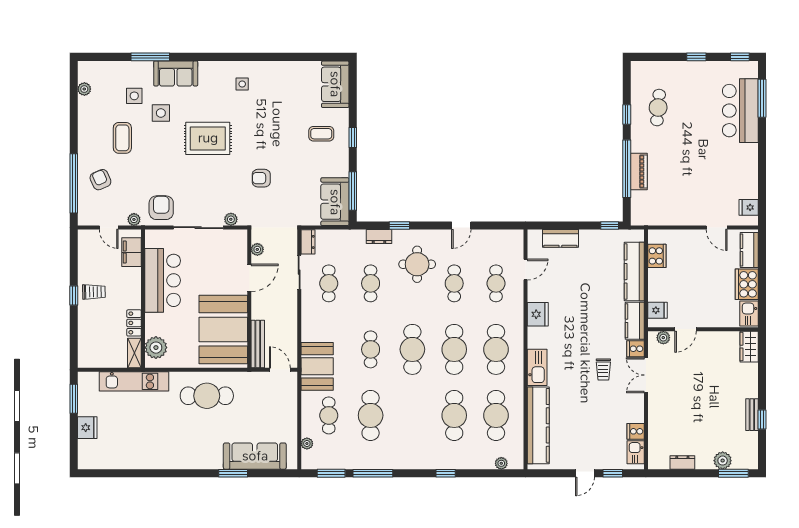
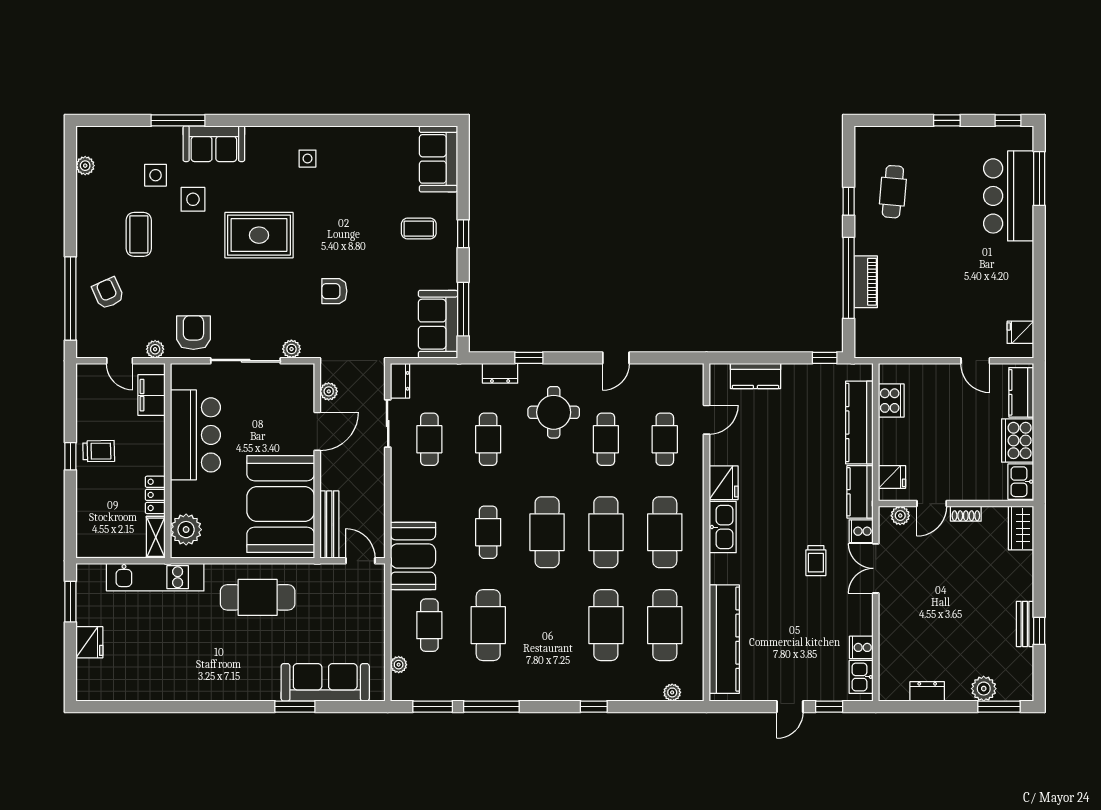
shoe rack: (710, 336) -> (966, 514), added
kitchen sink: (537, 367) -> (723, 527), moved

